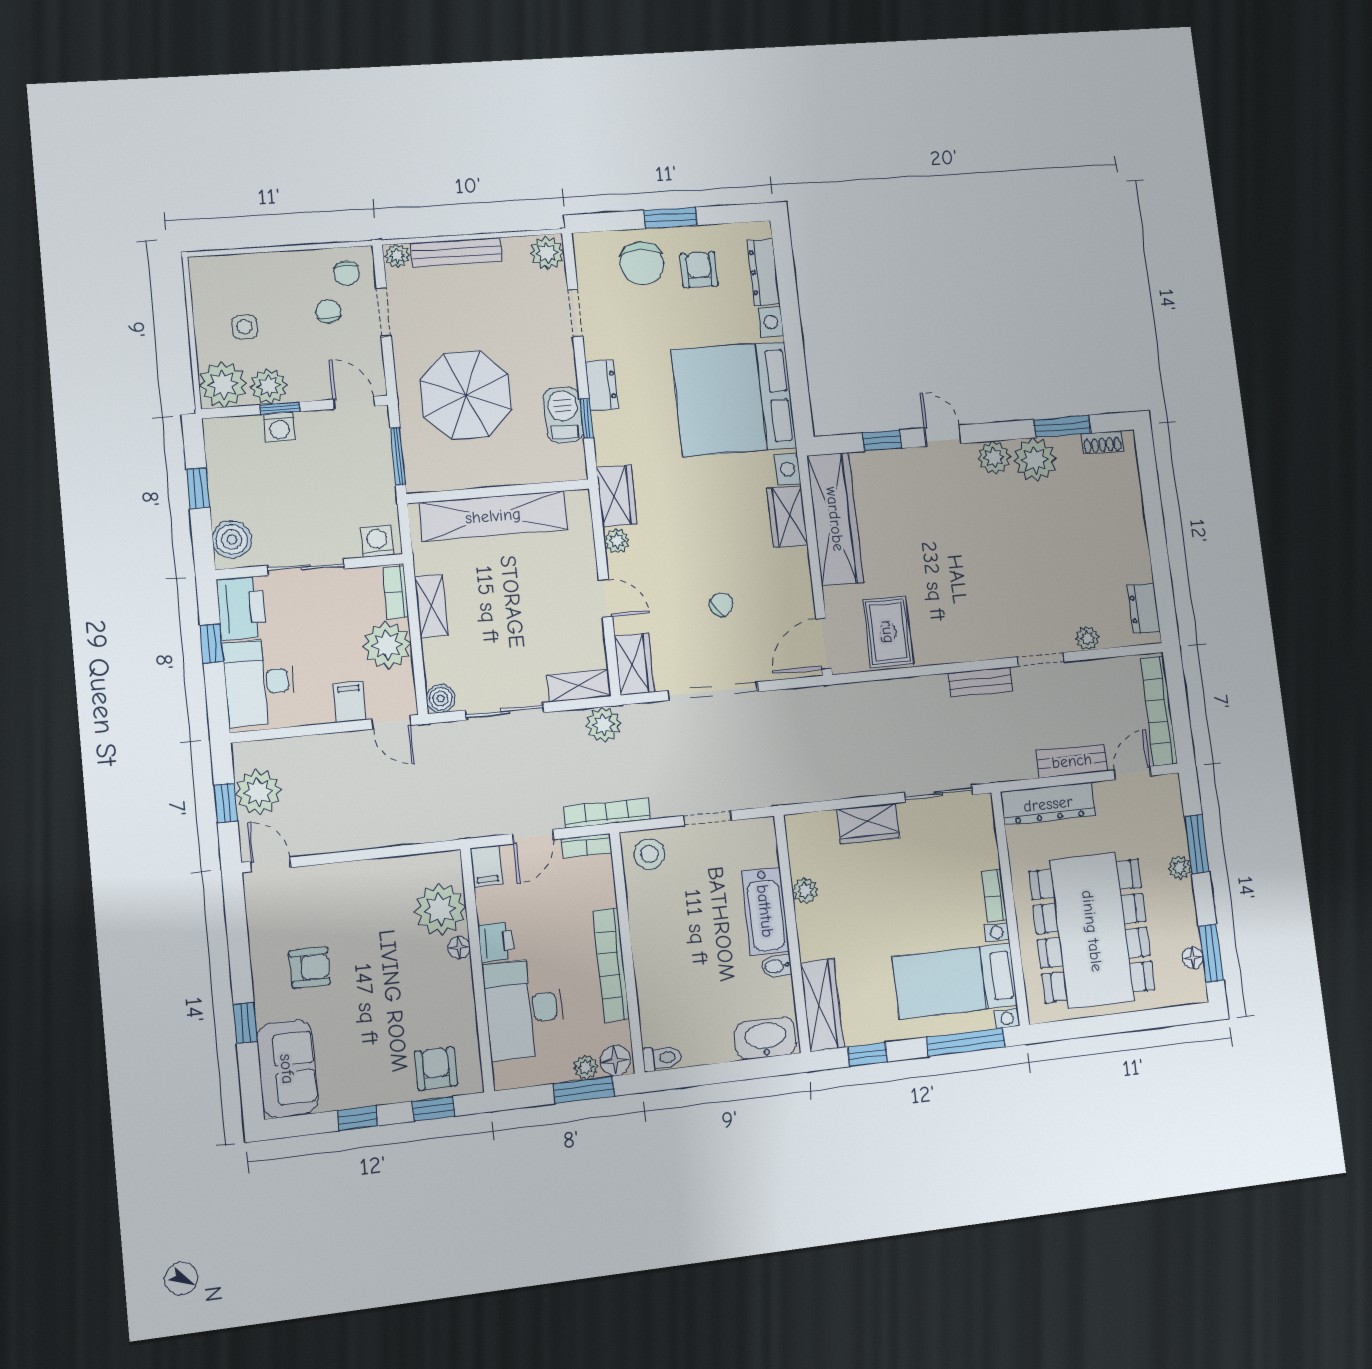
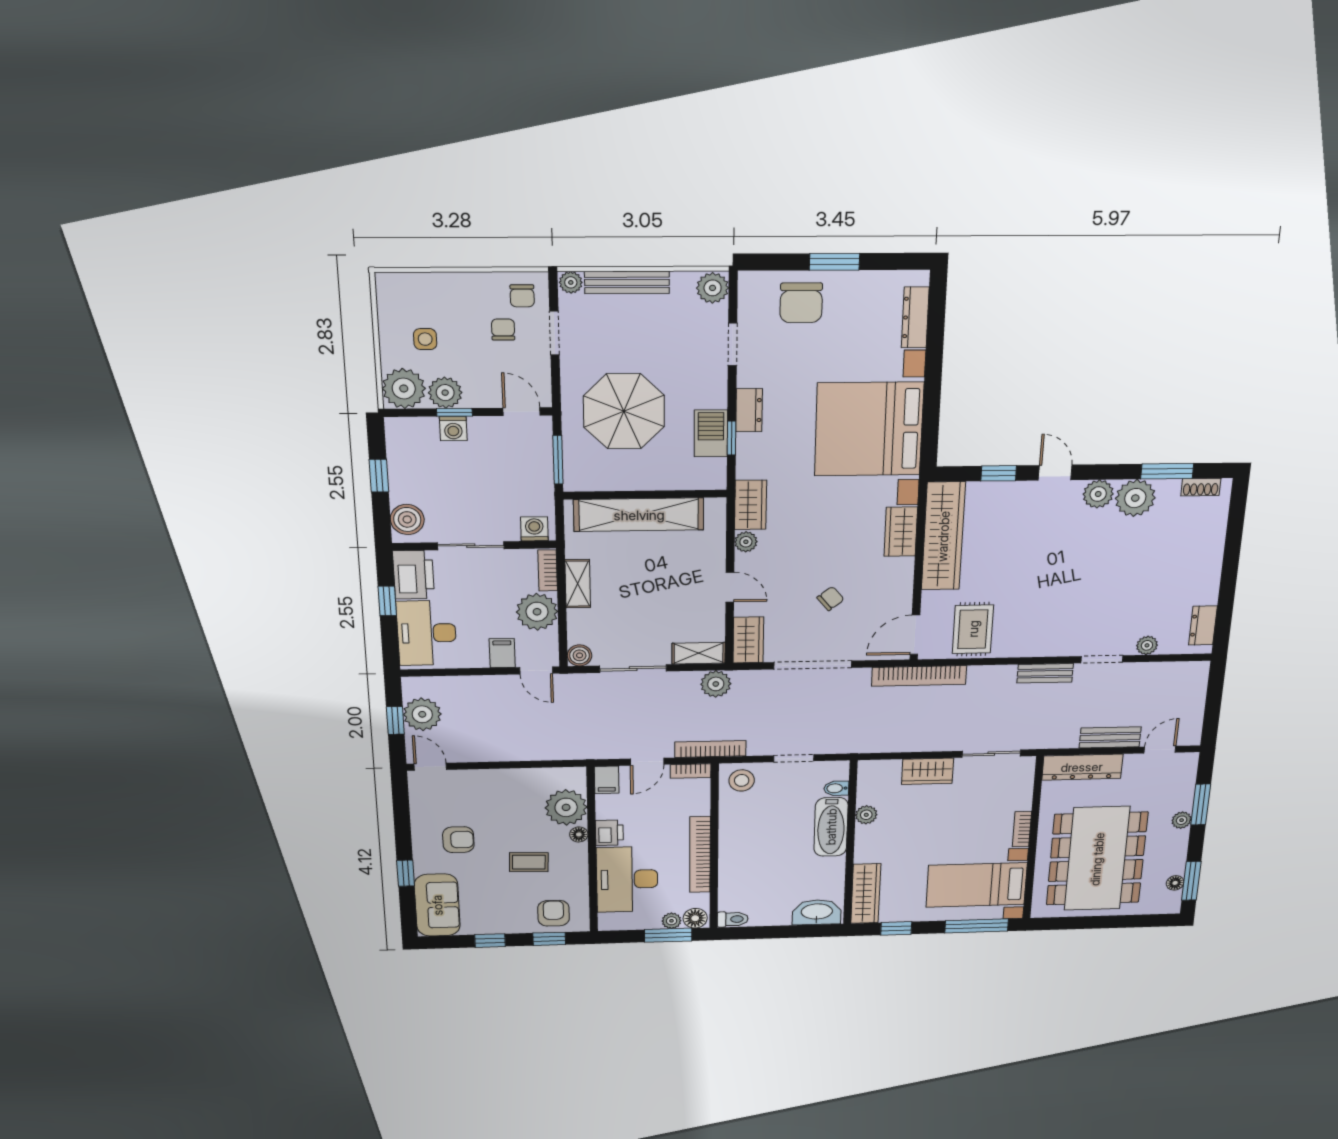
armchair: (699, 270) -> (854, 312), removed
bookcase: (1159, 711) -> (919, 676), moved, turned -90
bidet: (776, 966) -> (836, 788), moved
coffee table: (400, 994) -> (529, 862), added

